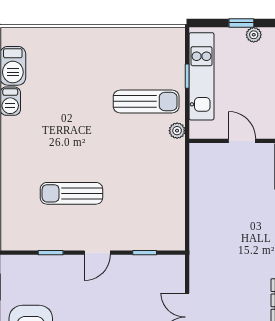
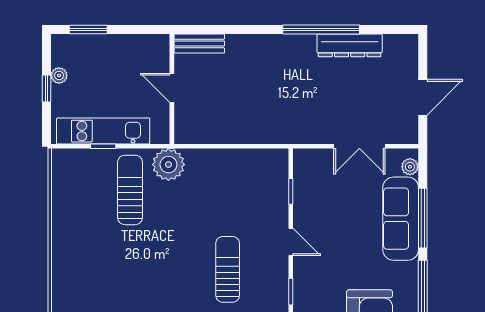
plant: (177, 131) -> (168, 165), width x1.88, depth x1.88
door: (242, 141) -> (172, 88), hinge flipped
sun lounger: (71, 193) -> (228, 269), turned 180

